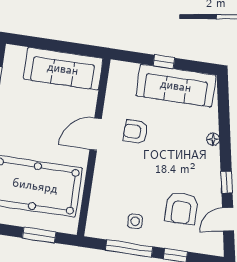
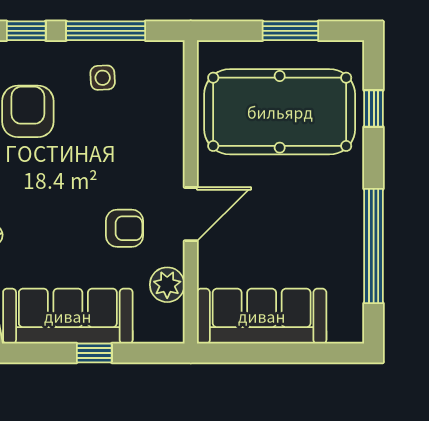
plant: (115, 95) -> (167, 285), added
window: (39, 235) -> (290, 31), moved

